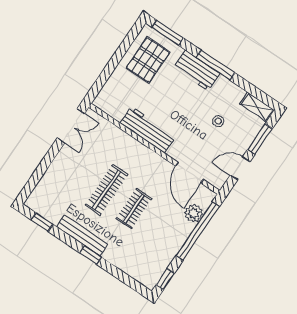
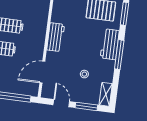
workbench: (148, 130) -> (56, 37), width x0.73
plant: (194, 213) -> (18, 88), removed

